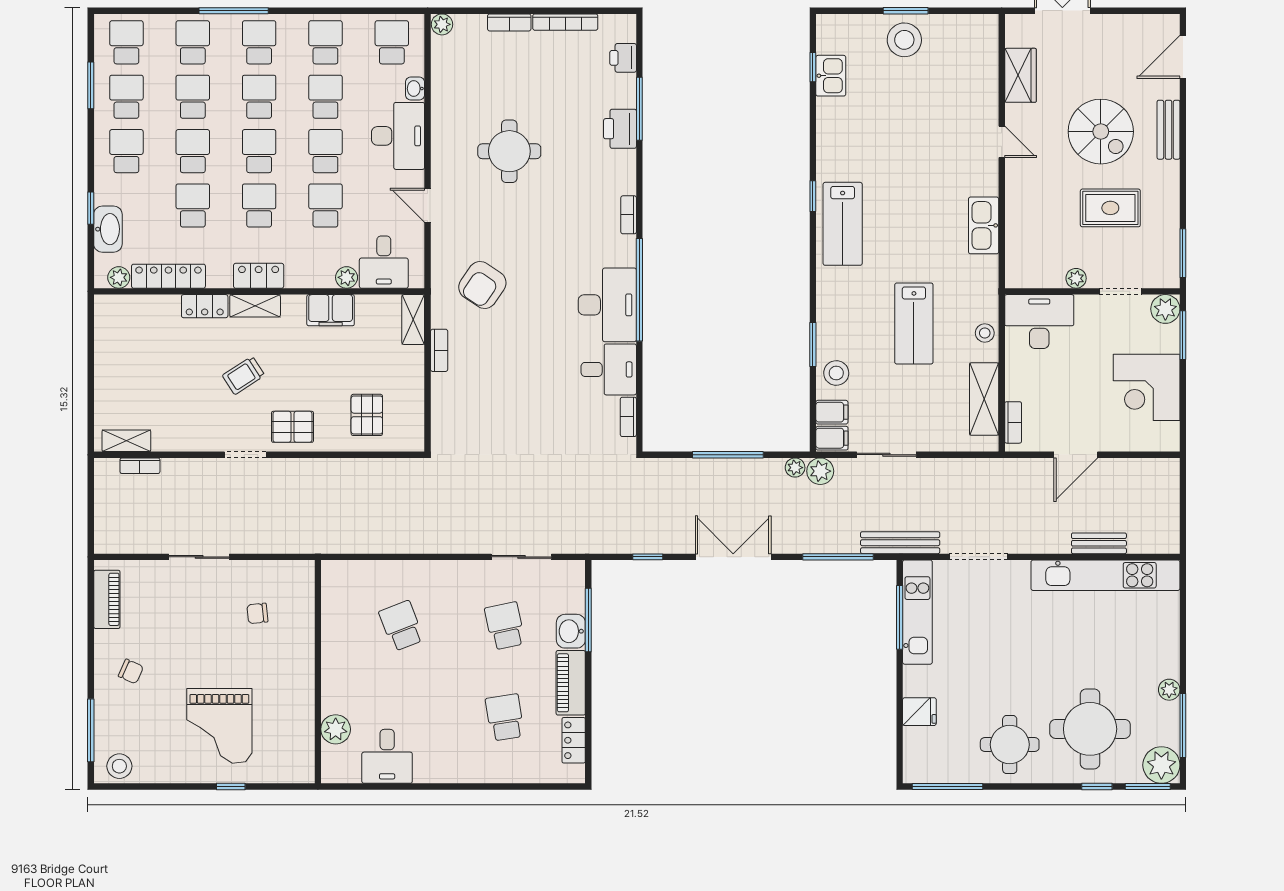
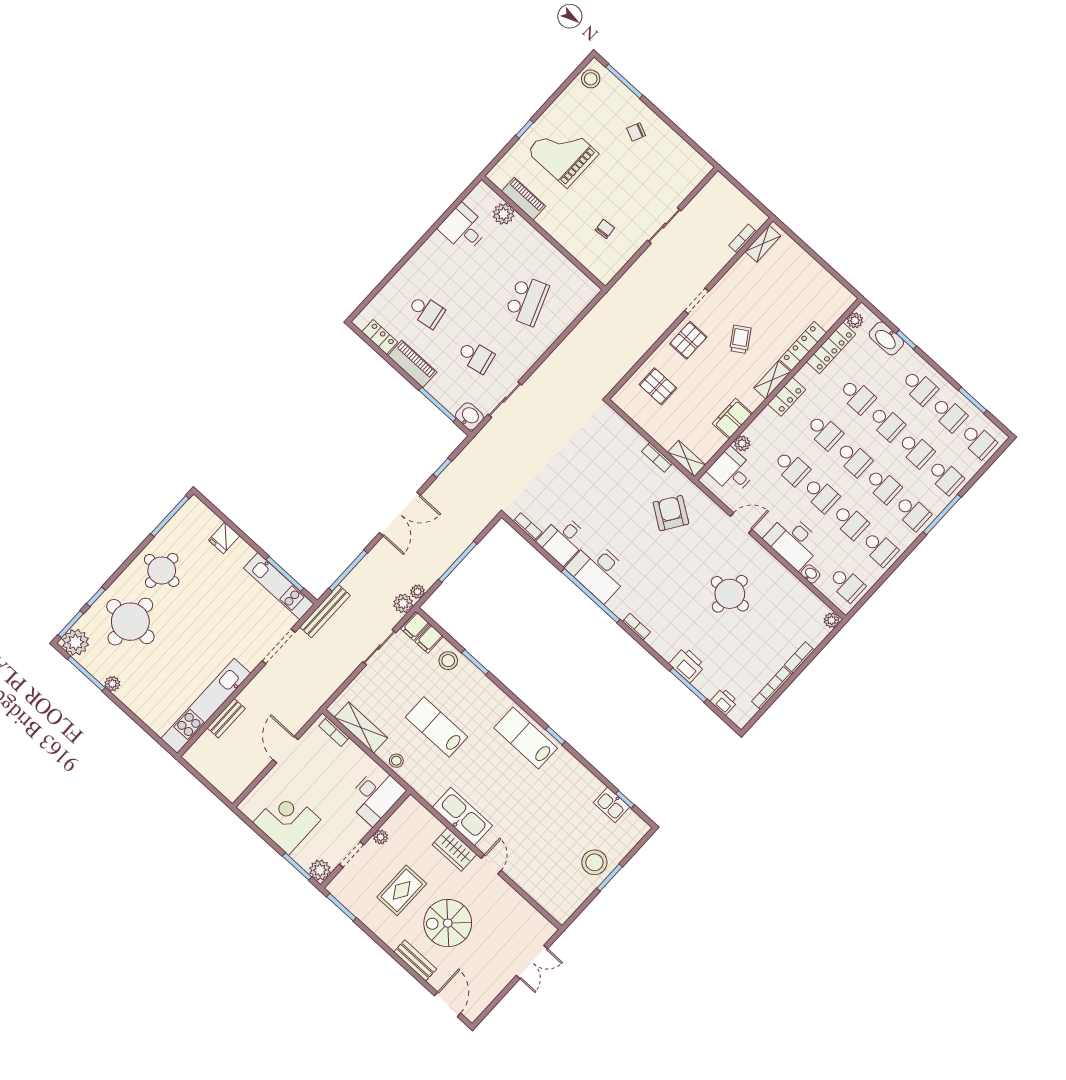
wardrobe: (1020, 75) -> (454, 849), moved
door: (1002, 142) -> (491, 864), swing flipped
kitchen sink: (984, 225) -> (462, 816), width x1.36, depth x1.24
locker: (205, 306) -> (803, 346), width x1.53
piano: (107, 599) -> (524, 199), moved, turned 180
school desk: (401, 626) -> (527, 301), width x1.85
washbasin: (571, 631) -> (469, 416), moved

